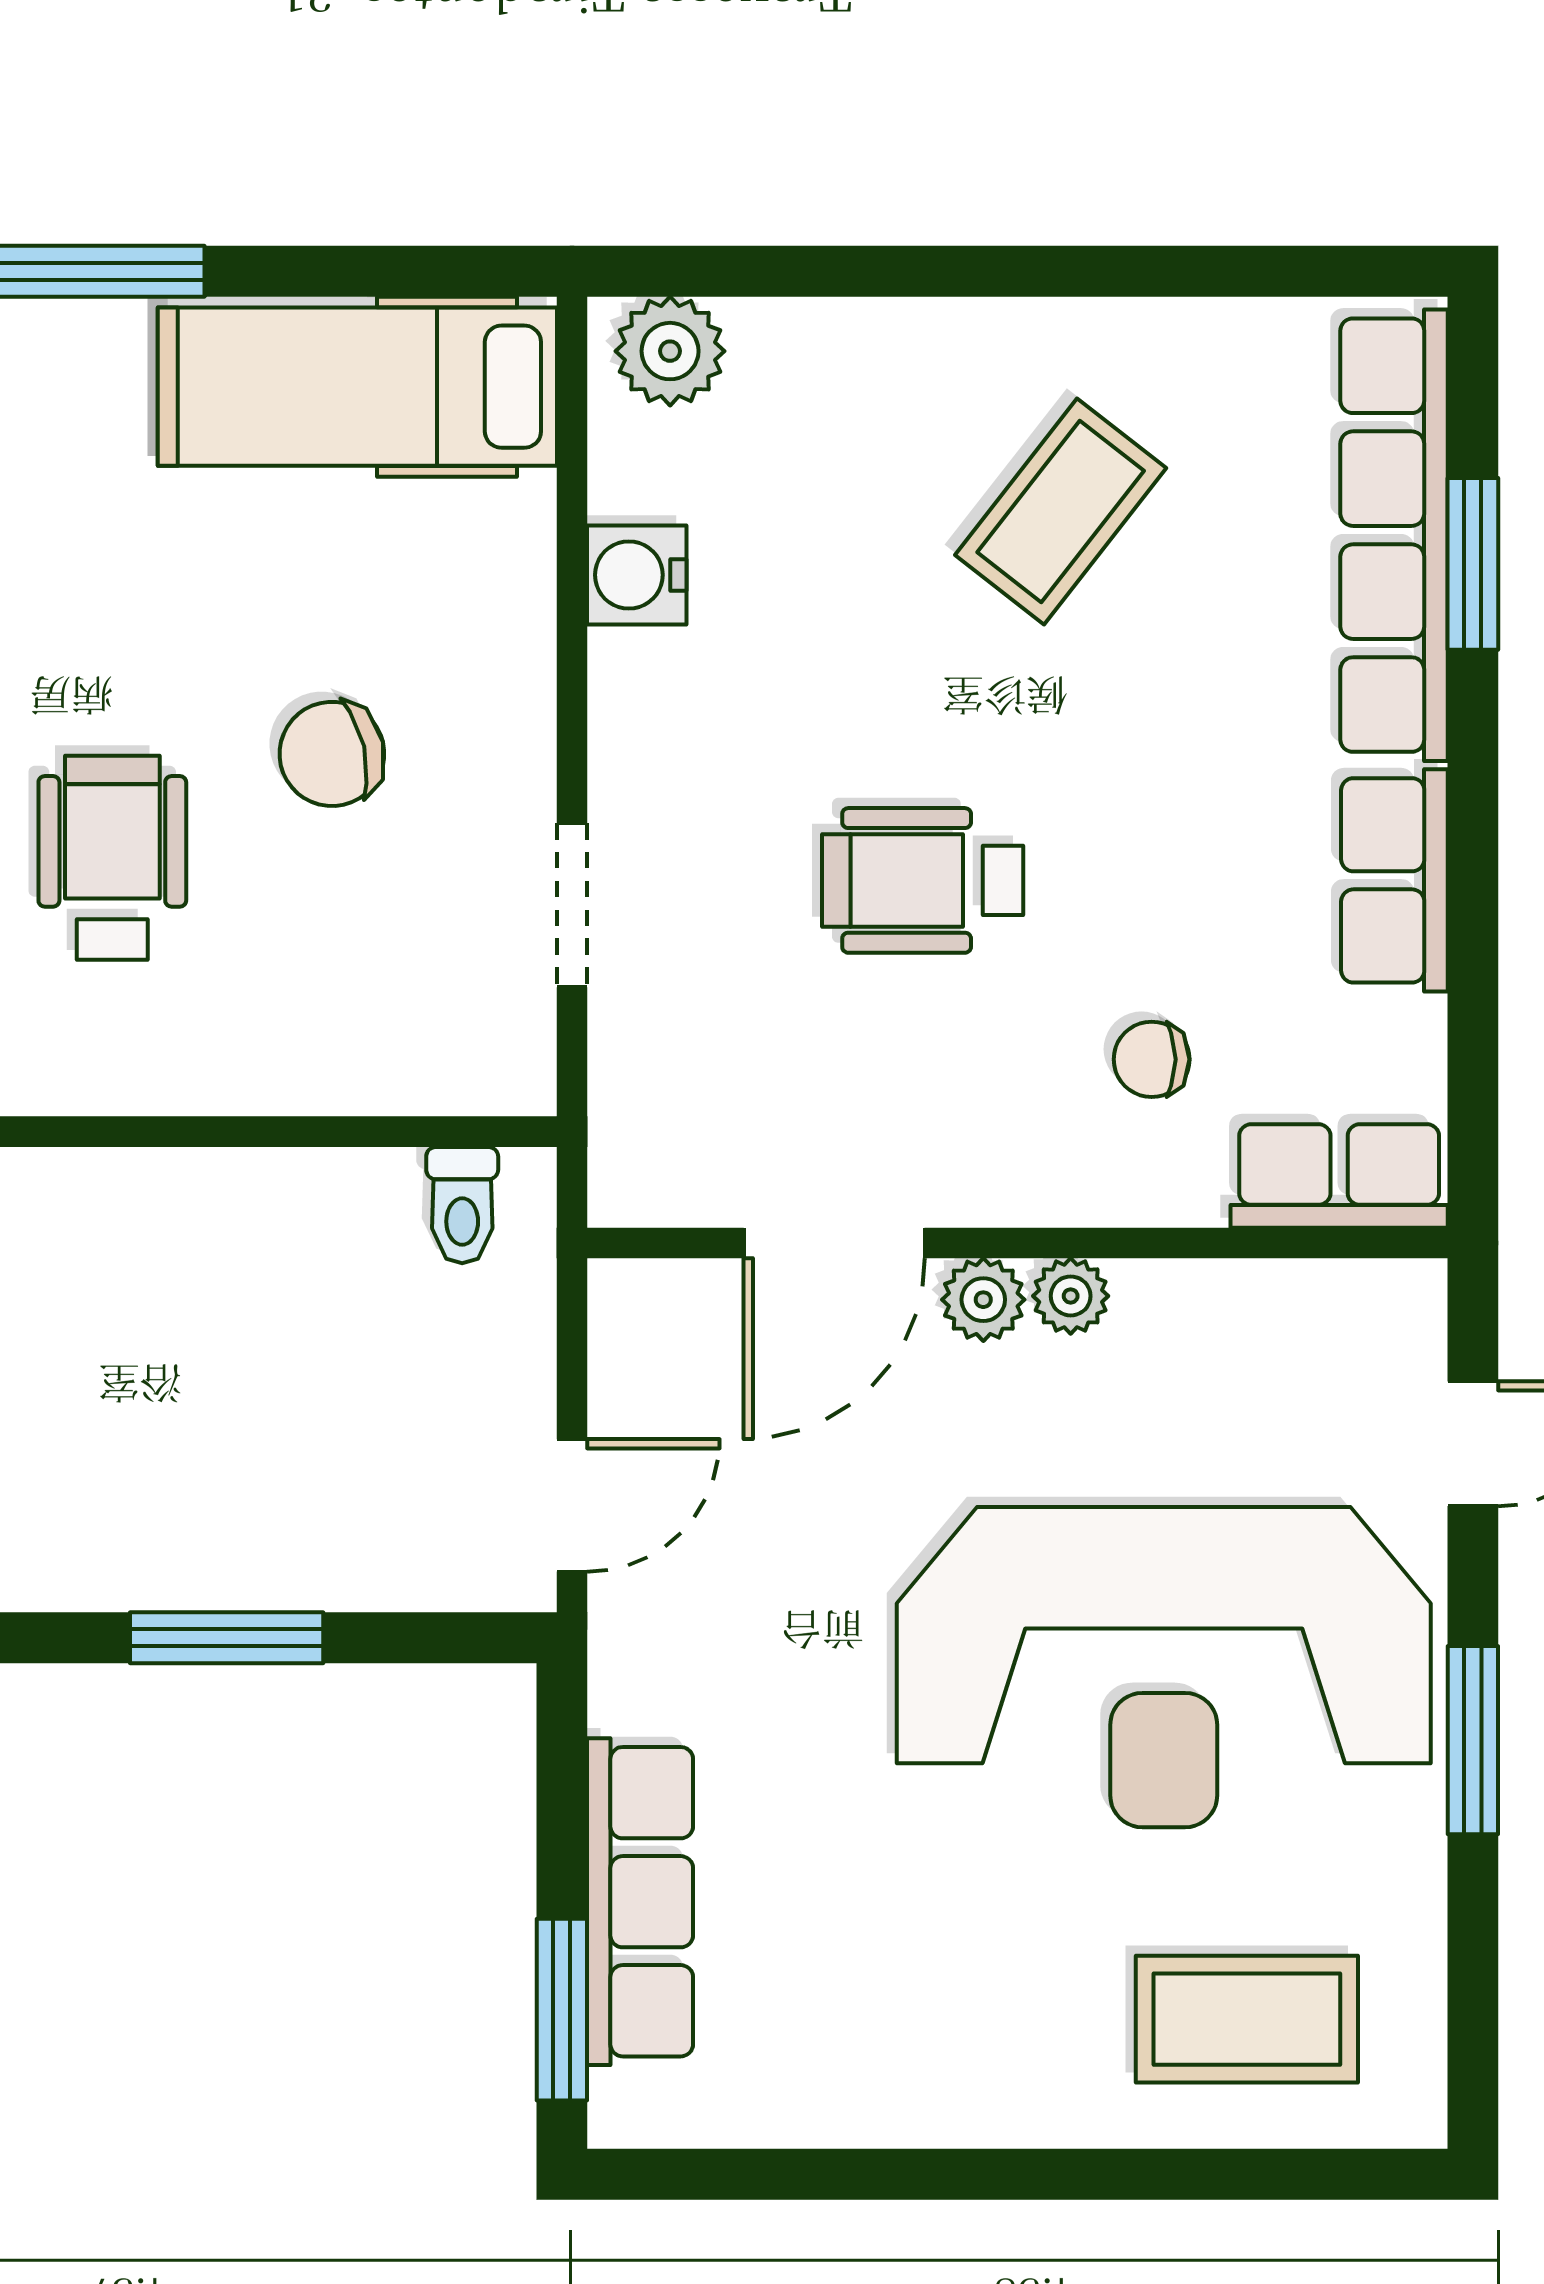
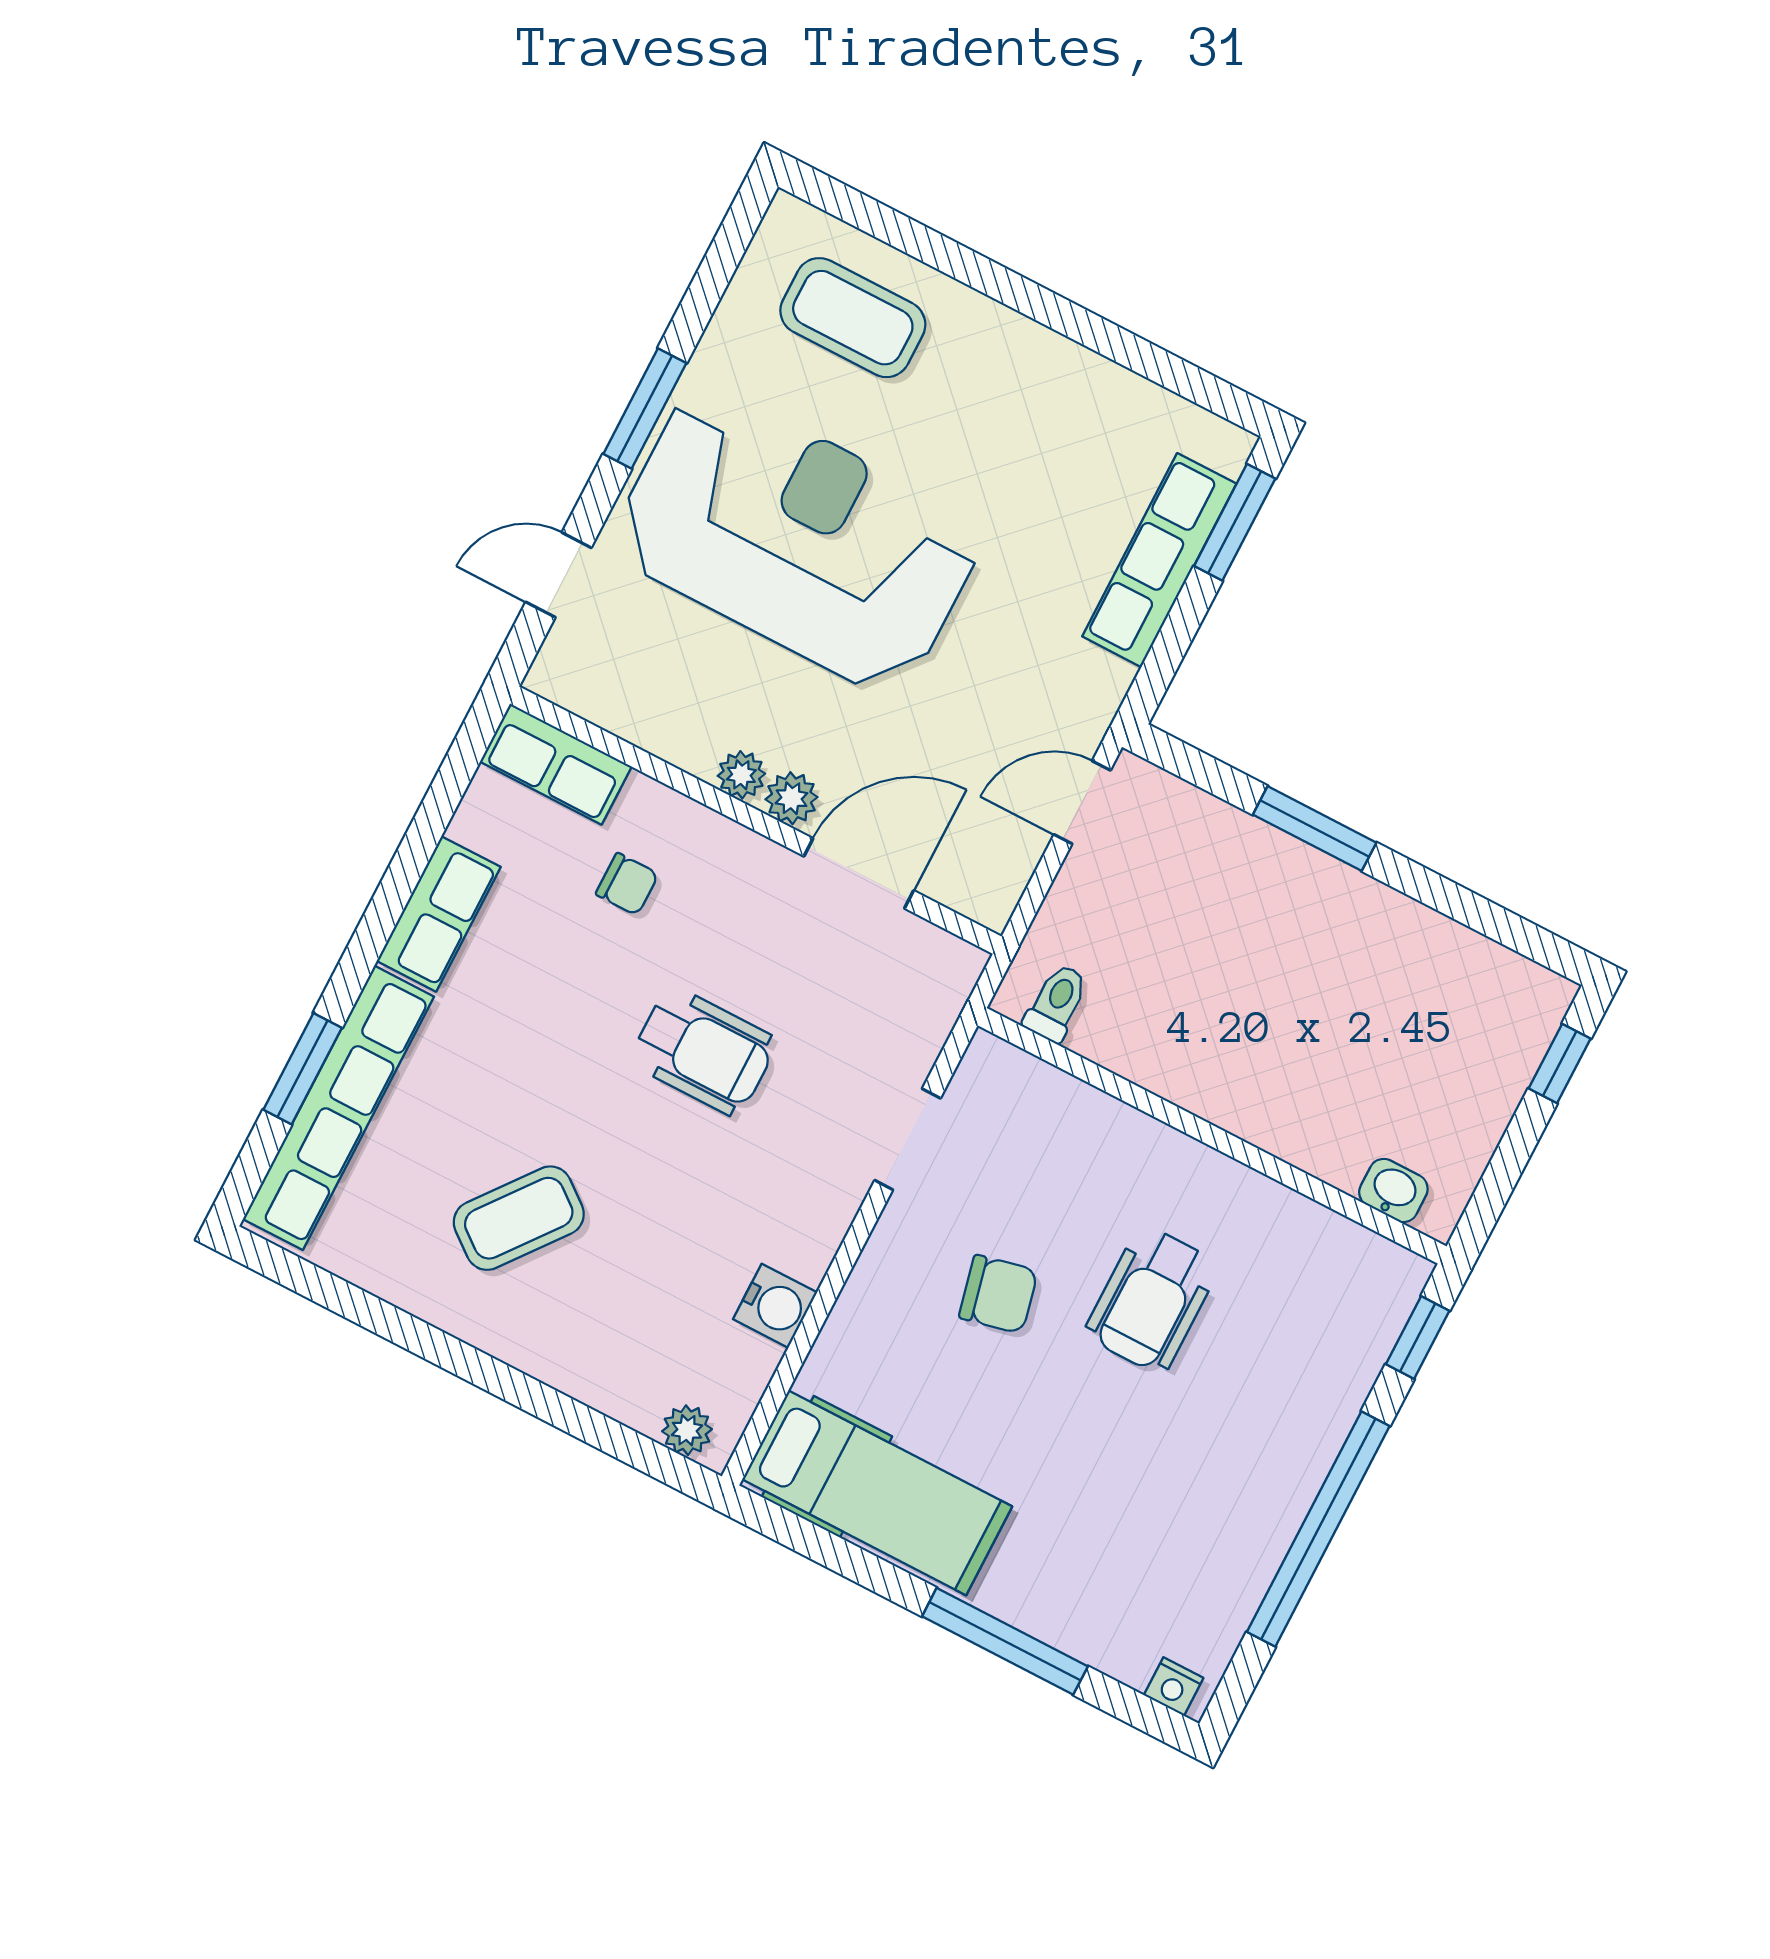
plant: (670, 351) -> (687, 1430), width x0.73, depth x0.73

